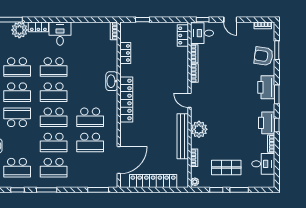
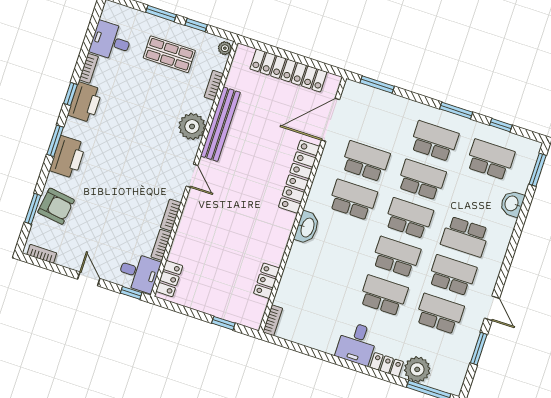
washbasin: (112, 81) -> (307, 227), moved
locker: (126, 99) -> (299, 177), moved

